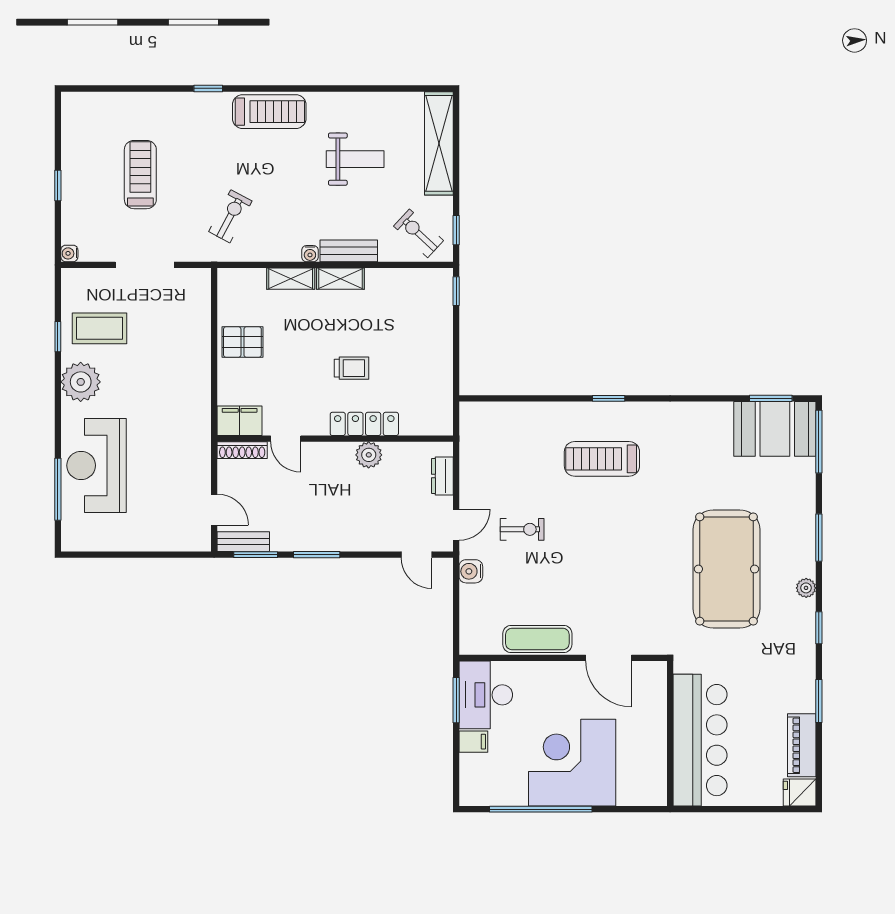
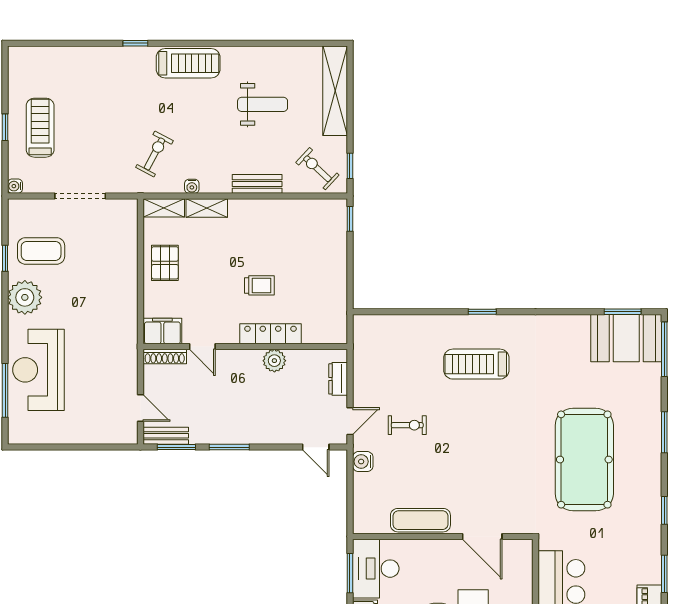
treadmill: (140, 175) -> (40, 128), moved
water cooler: (310, 254) -> (192, 186), moved
shelving: (340, 279) -> (164, 208), moved
pallet: (242, 342) -> (165, 263), turned 90
plant: (806, 588) -> (653, 476), removed

